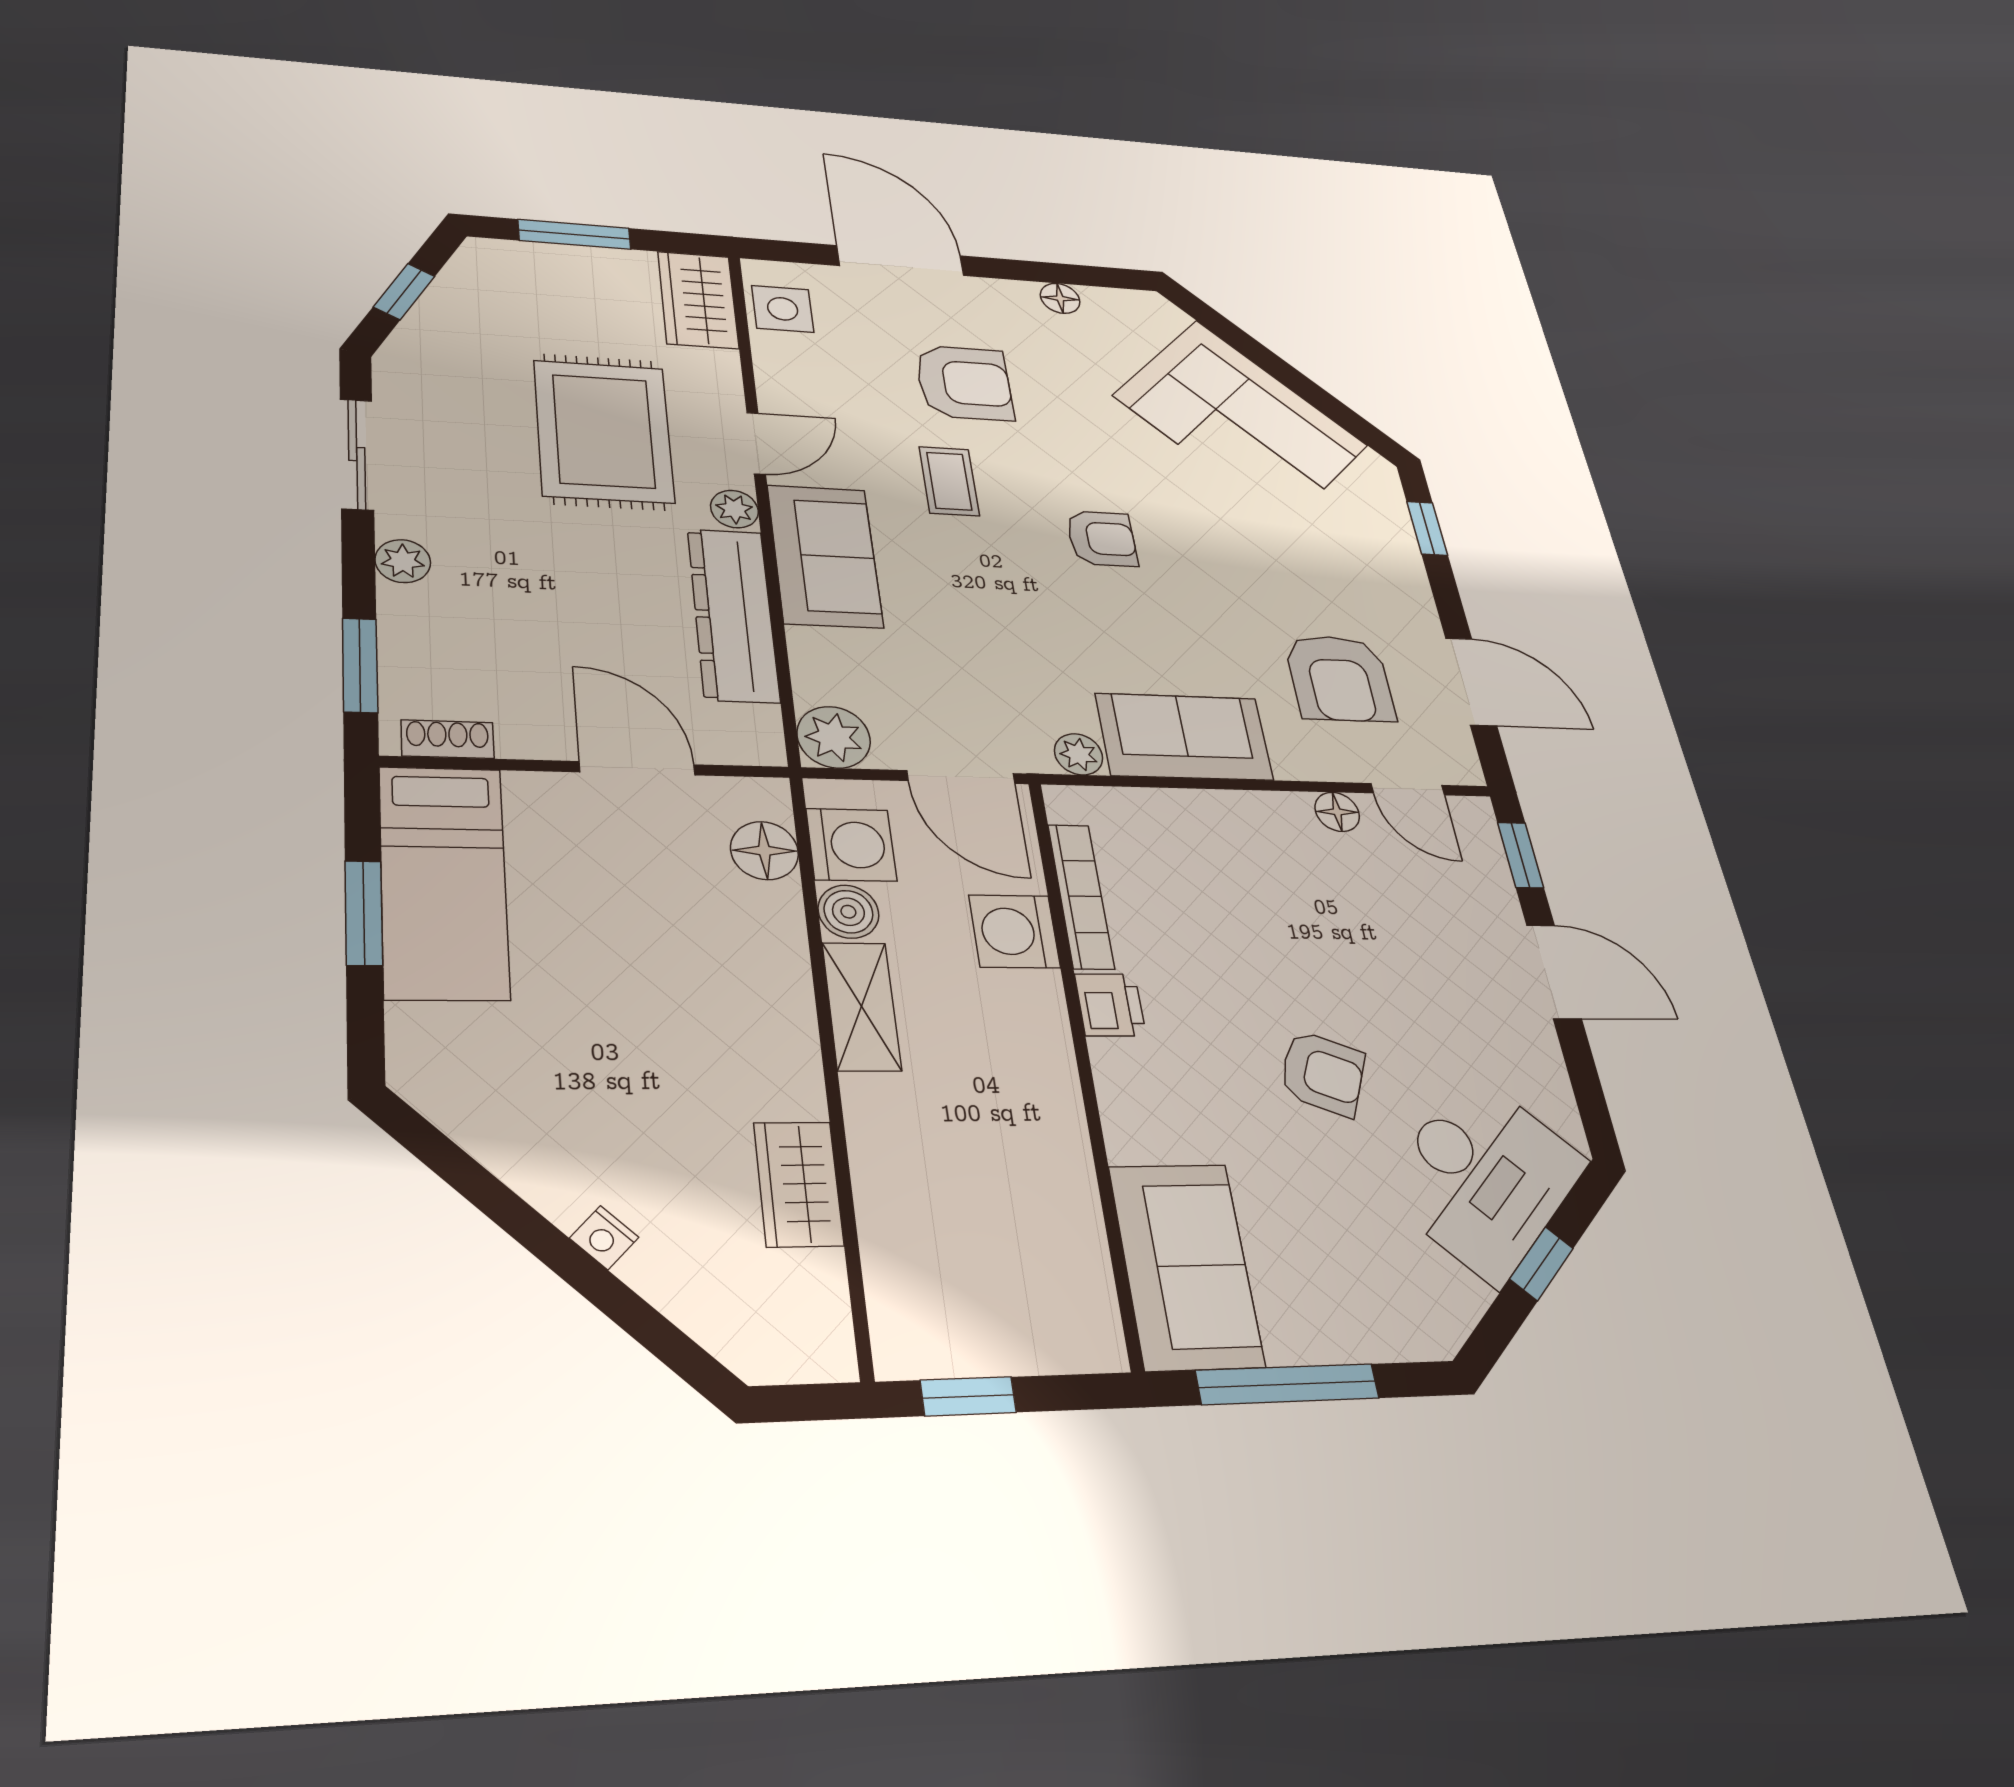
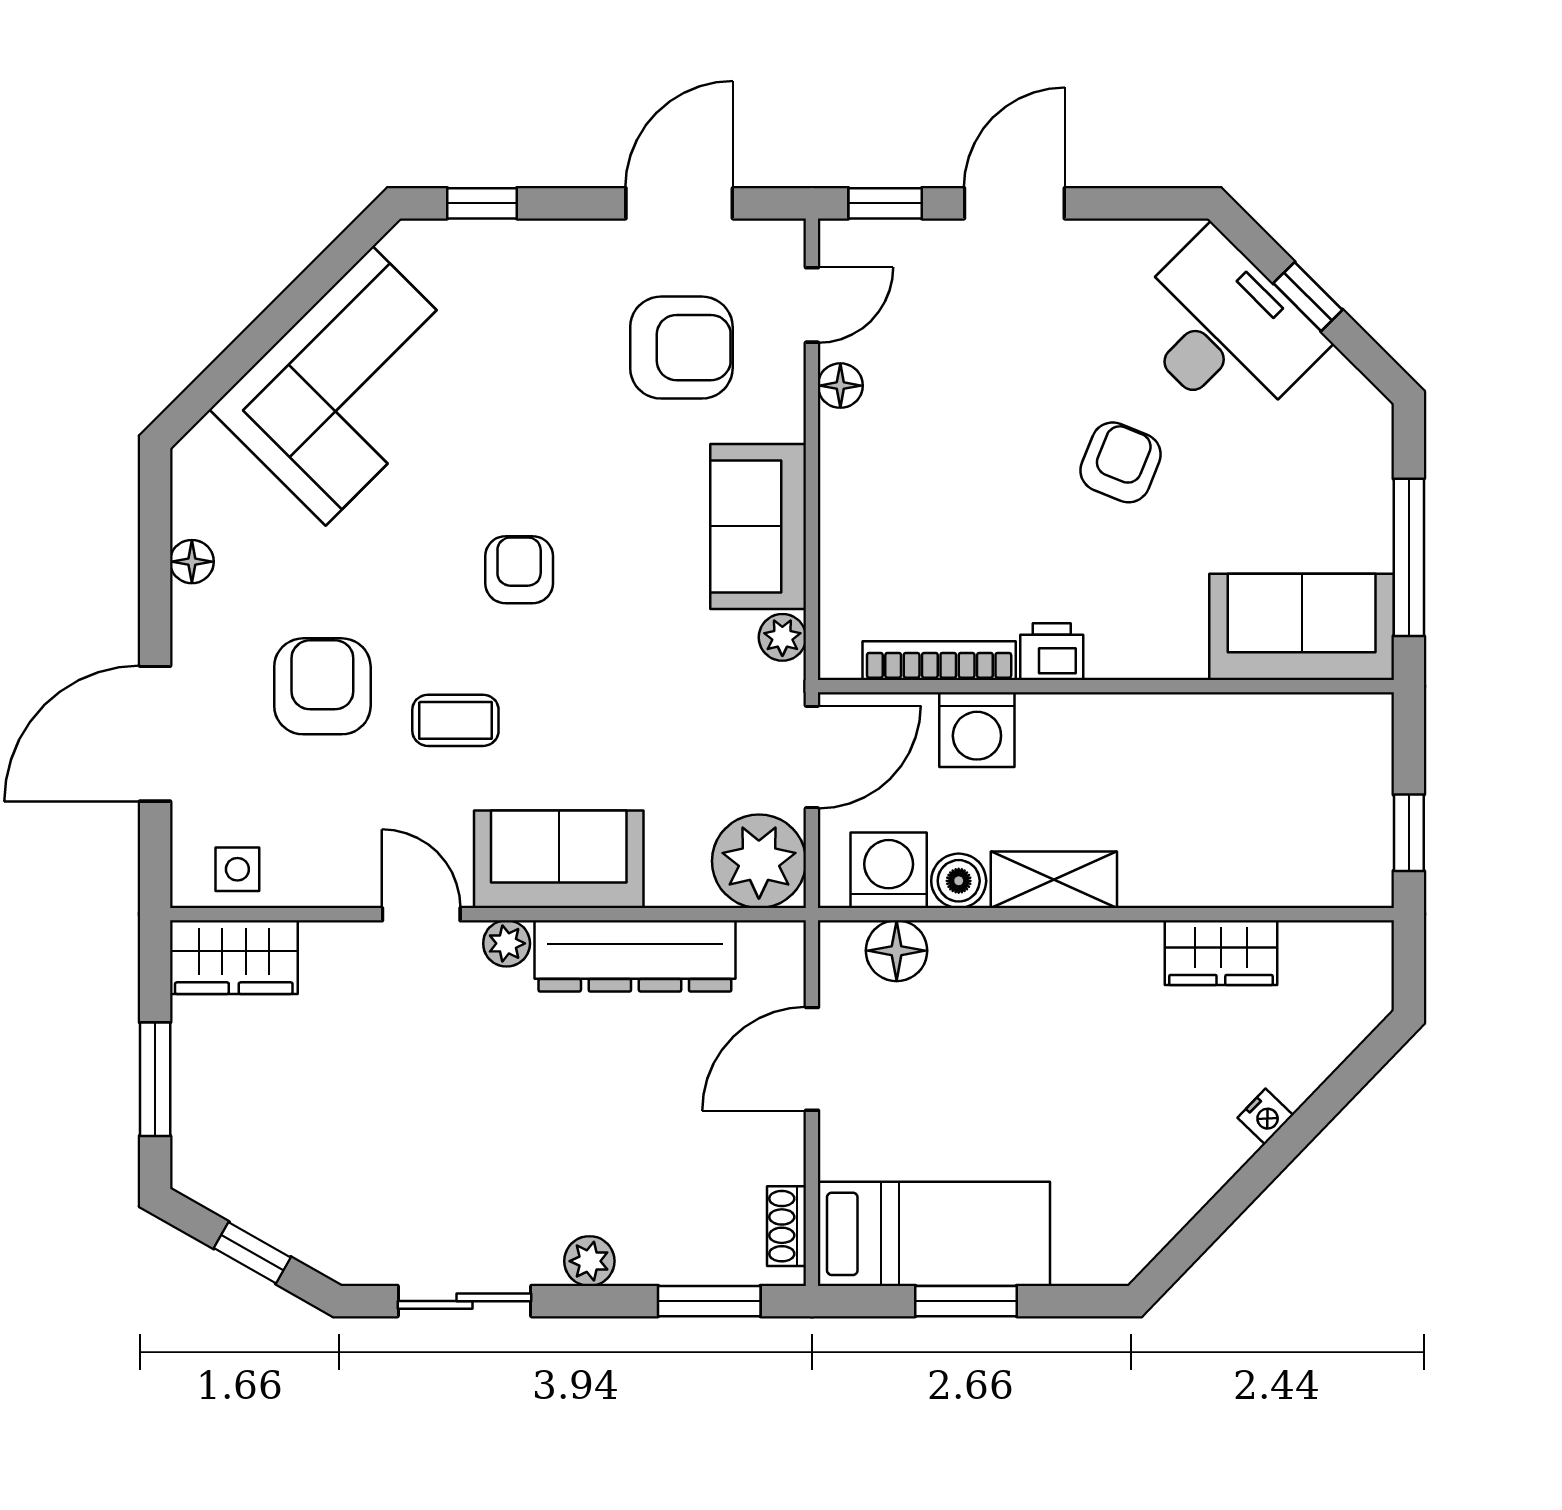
side table: (783, 309) -> (237, 869), width x0.73, depth x0.73
rug: (604, 431) -> (418, 1065), removed
plant: (834, 737) -> (759, 861), width x1.36, depth x1.36

